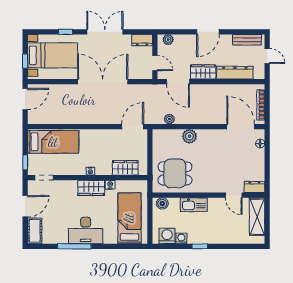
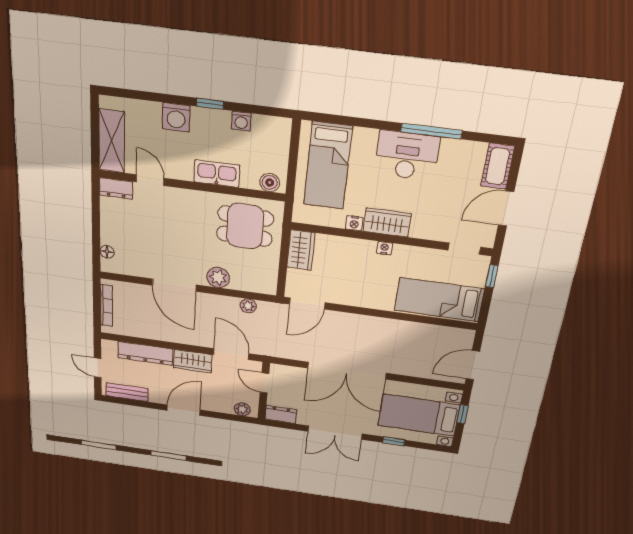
door: (241, 127) -> (174, 285), moved
wardrobe: (125, 168) -> (301, 250), moved, turned -90
washing machine: (167, 236) -> (176, 117), moved

